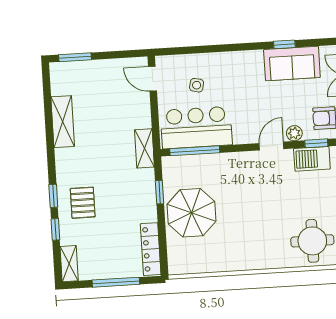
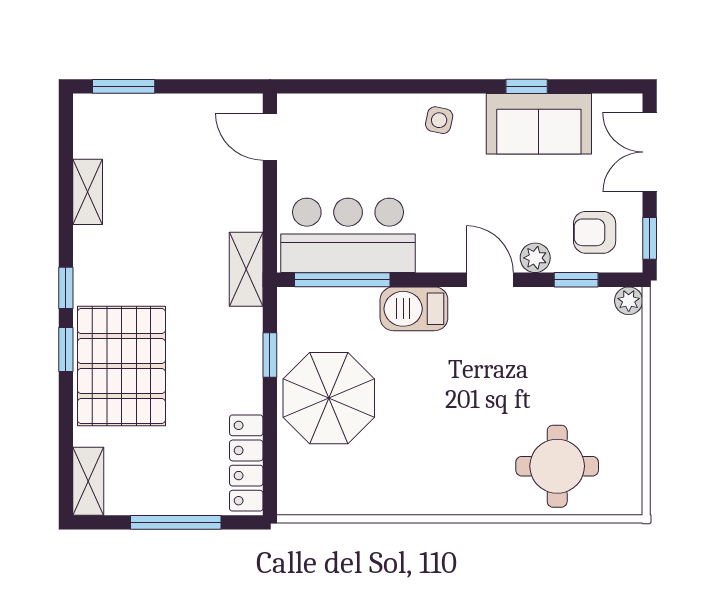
side table: (197, 85) -> (439, 120), moved
shelving: (63, 122) -> (88, 192), width x0.67, depth x0.75
door: (271, 146) -> (490, 280), hinge flipped
barbecue: (312, 159) -> (414, 309), moved
pallet: (83, 203) -> (121, 366), width x2.05, depth x2.00
window: (55, 229) -> (66, 288), moved

